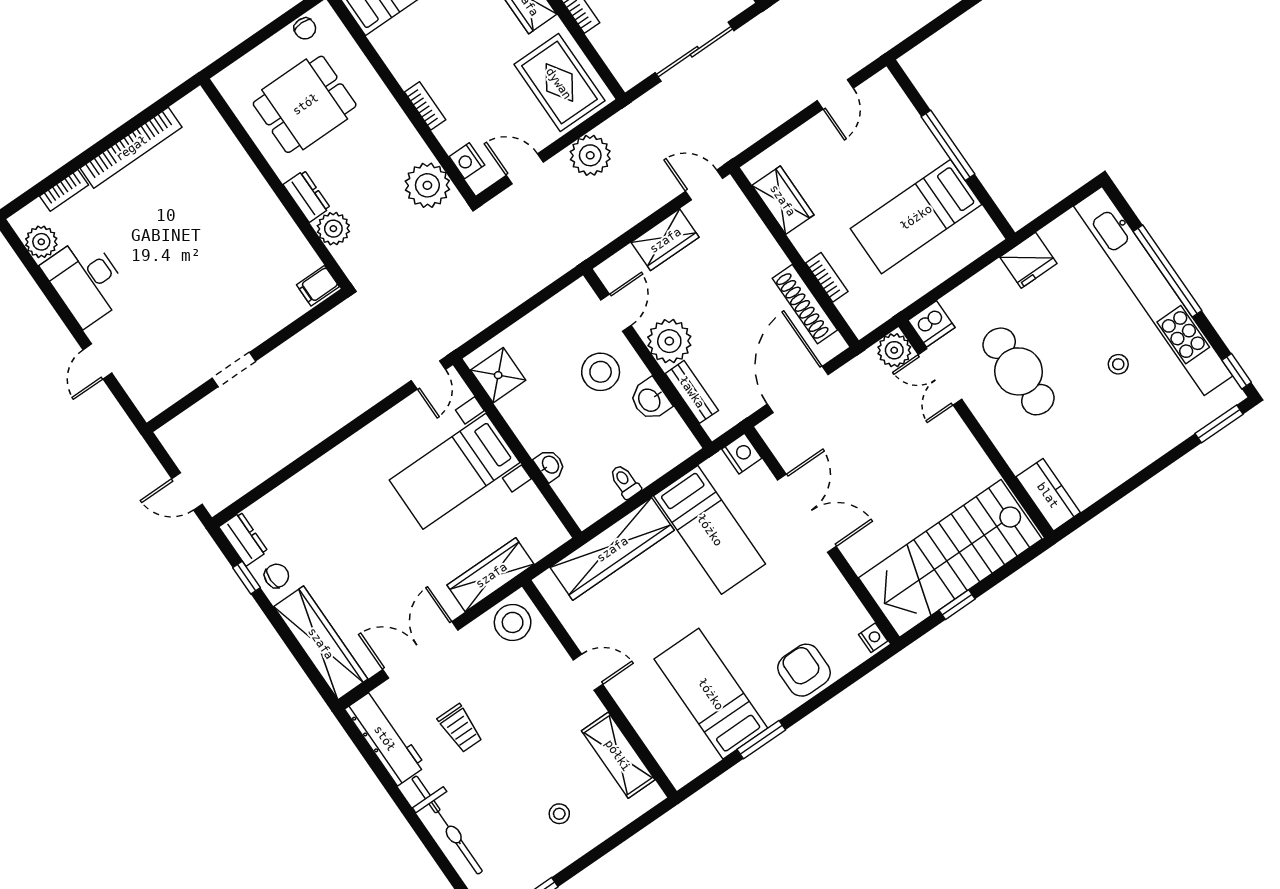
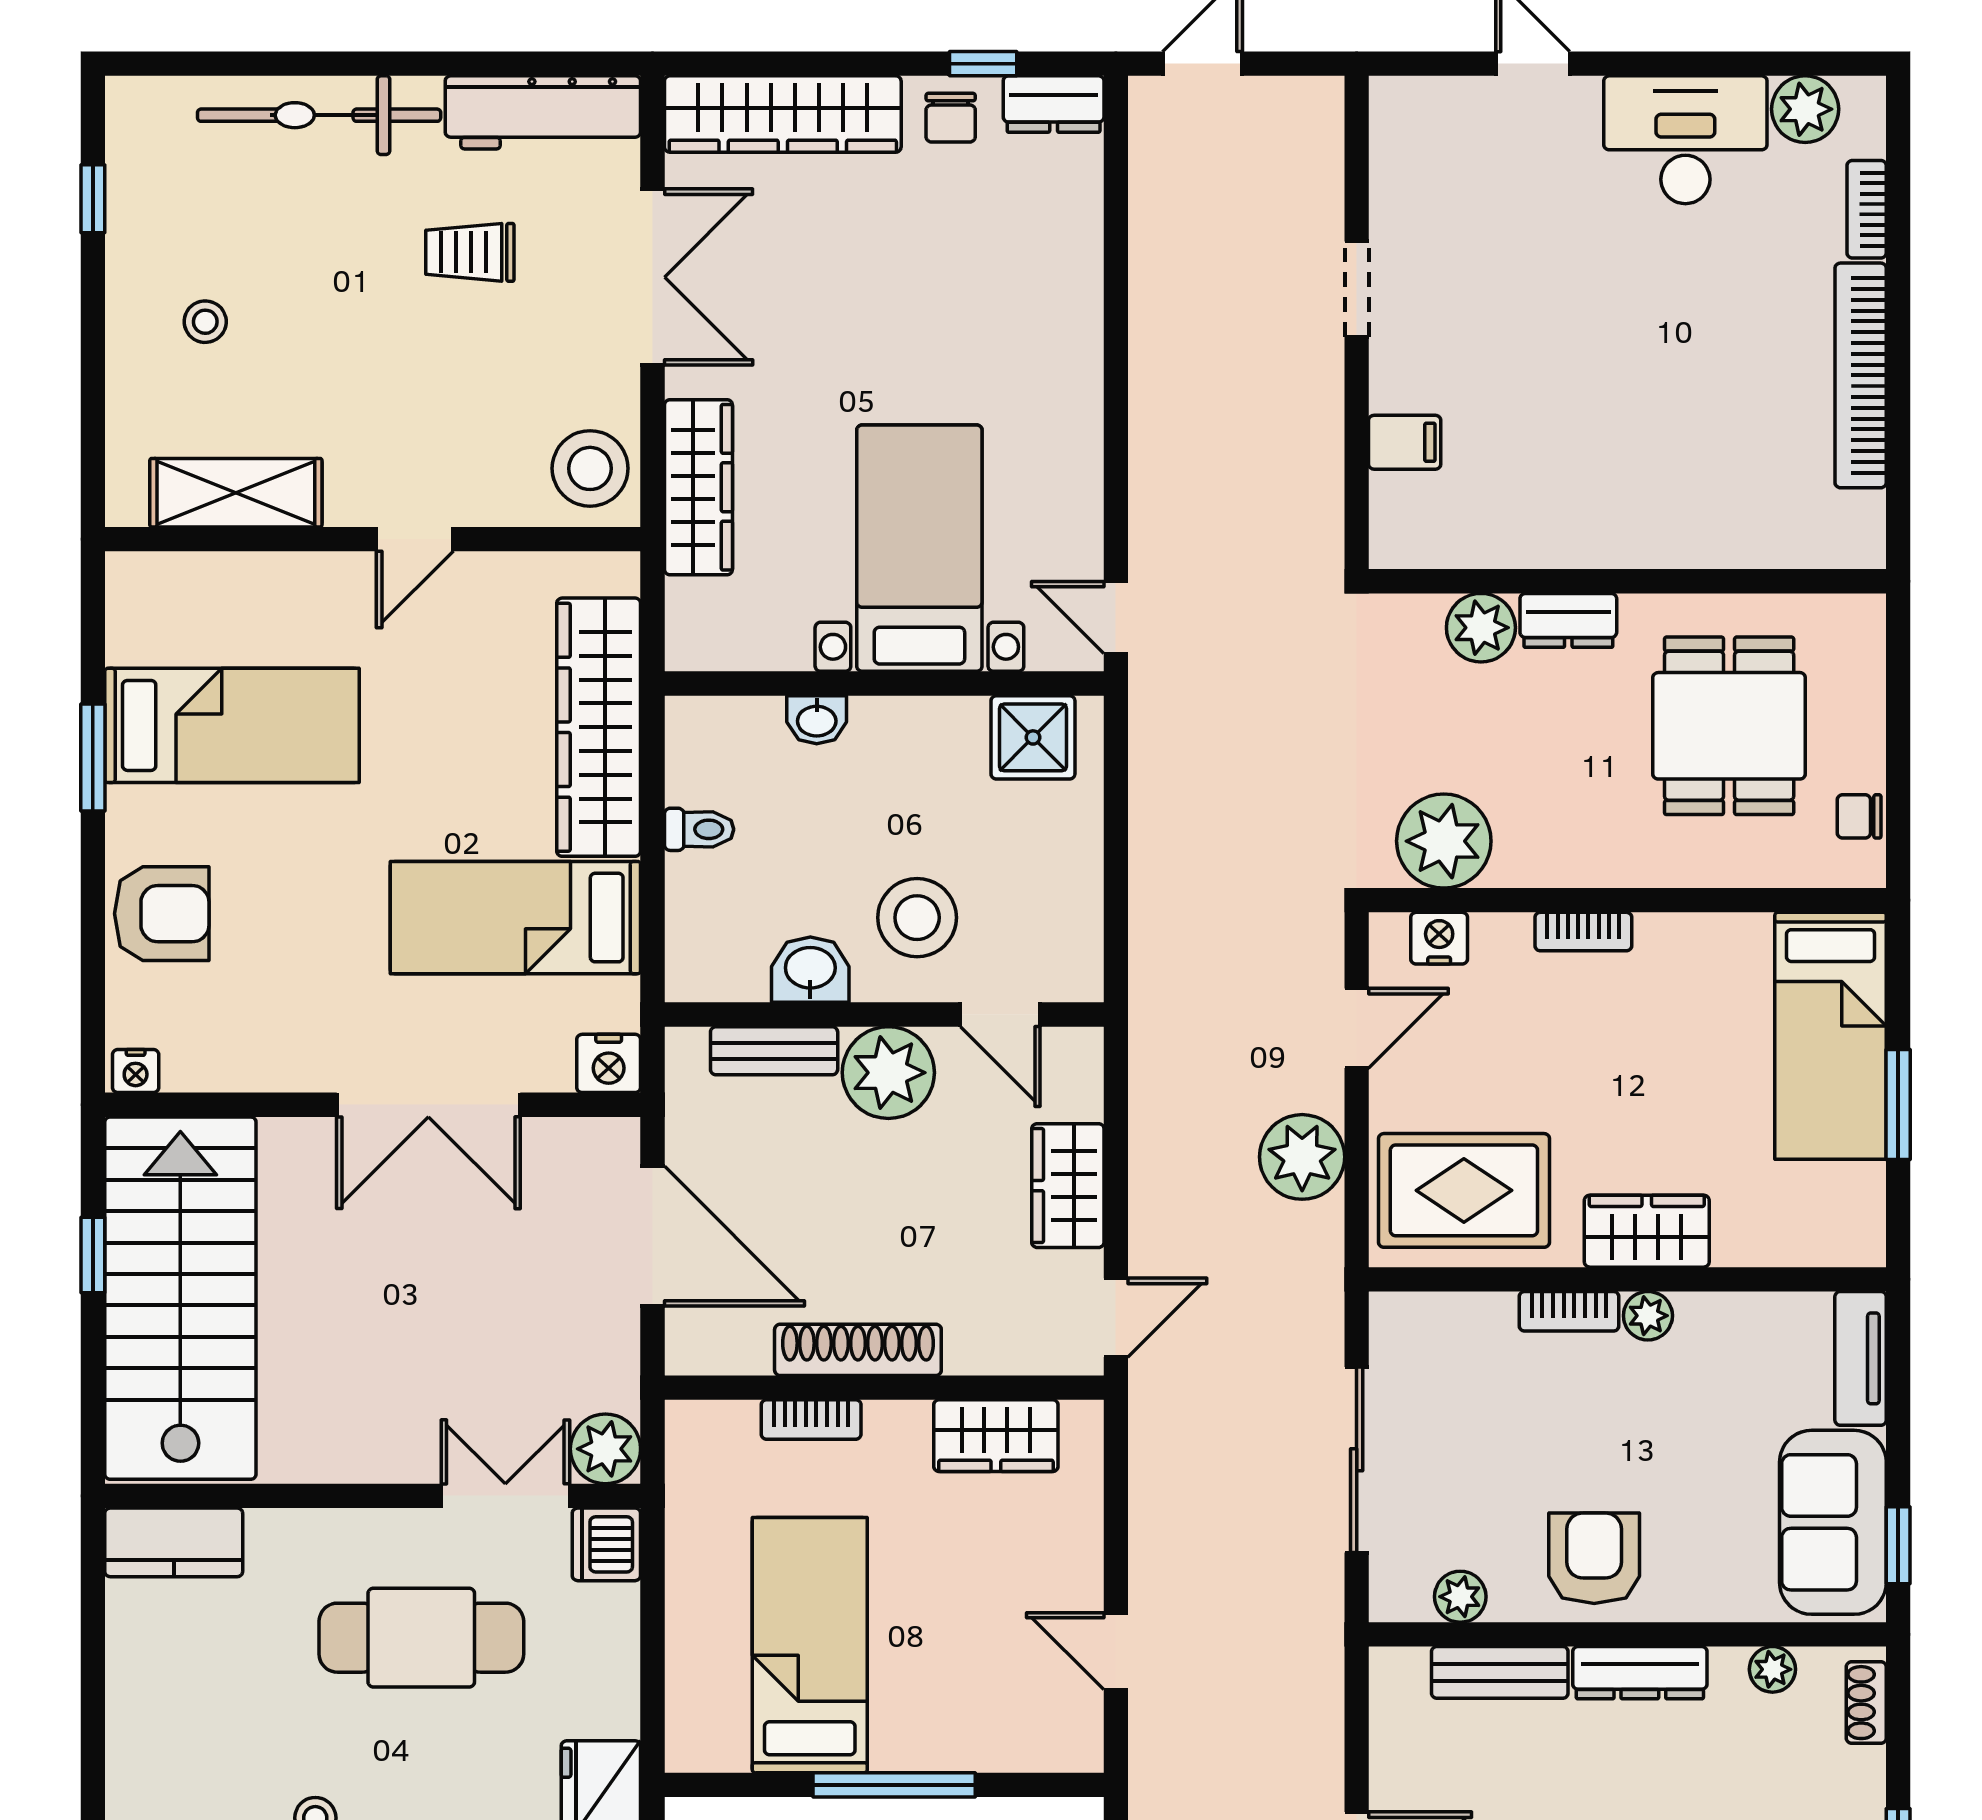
filing cabinet: (318, 286) -> (1405, 442), moved, turned 90
shoe rack: (805, 304) -> (858, 1350), moved

